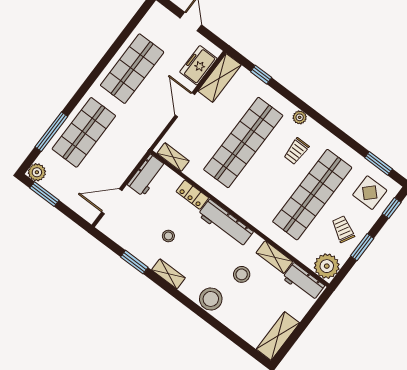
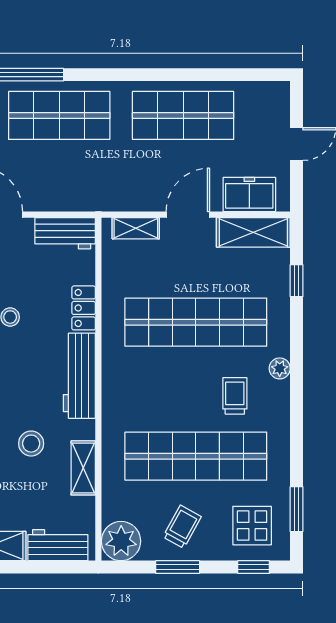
trolley: (296, 151) -> (235, 396), turned 90
shelving: (173, 157) -> (136, 228), moved, turned 90
workbench: (303, 282) -> (58, 545), moved, turned 90

